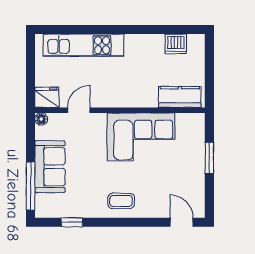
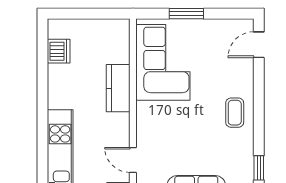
kitchen counter: (180, 97) -> (118, 88), moved
corner sofa: (141, 137) -> (163, 62), moved

